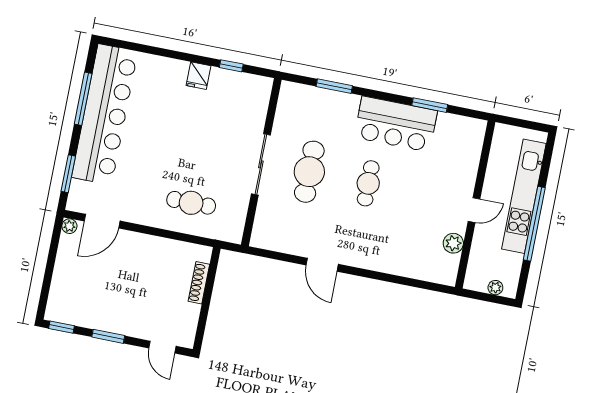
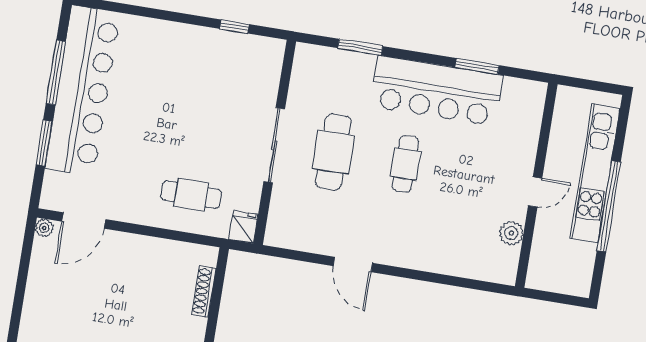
fridge: (198, 76) -> (244, 227), moved, turned 180
bar counter: (396, 124) -> (436, 91), width x1.36
window: (68, 174) -> (44, 143), moved
plant: (495, 288) -> (564, 285), removed

